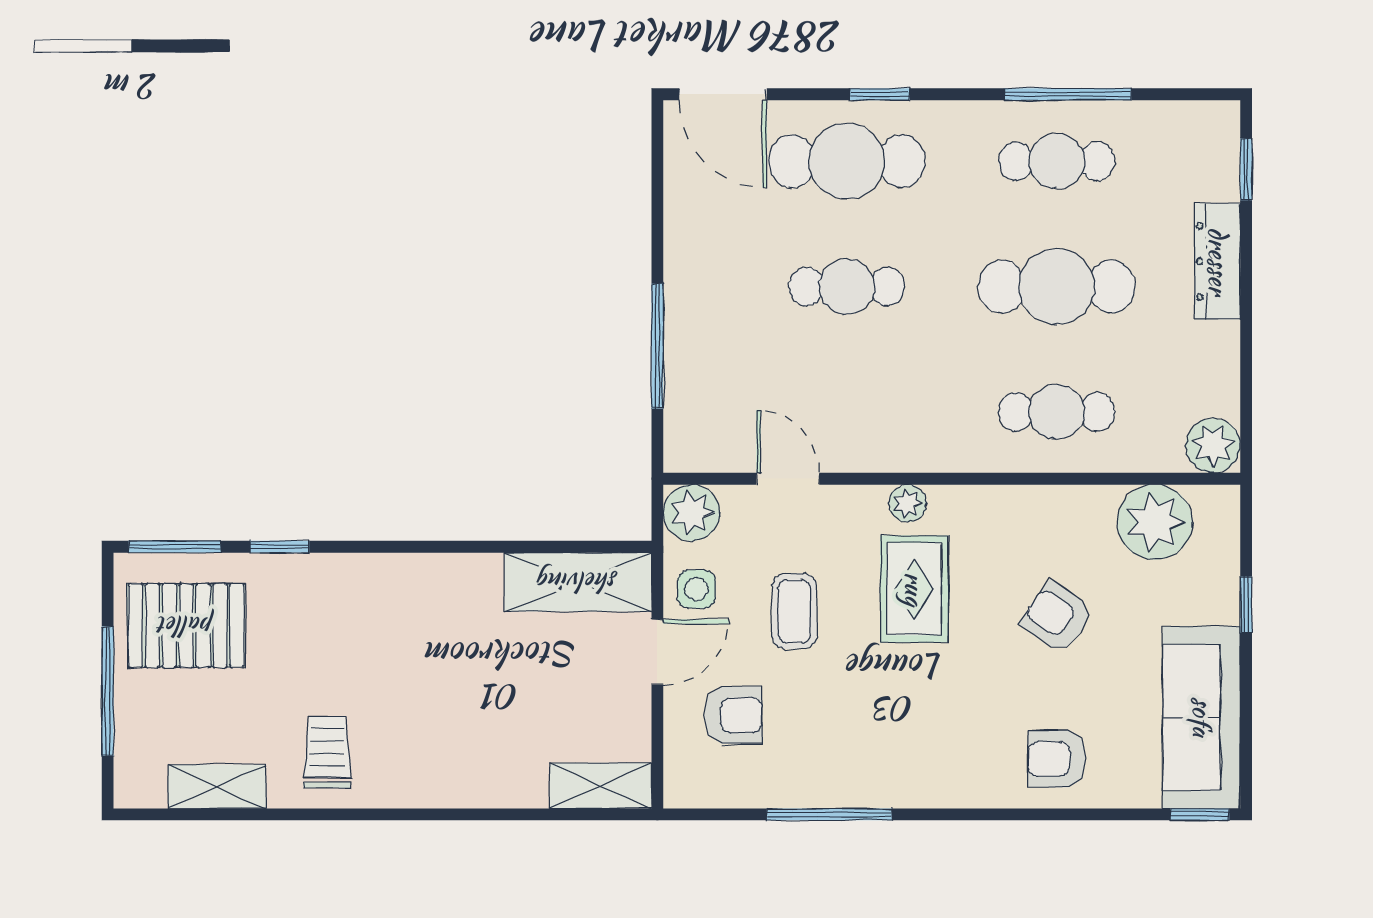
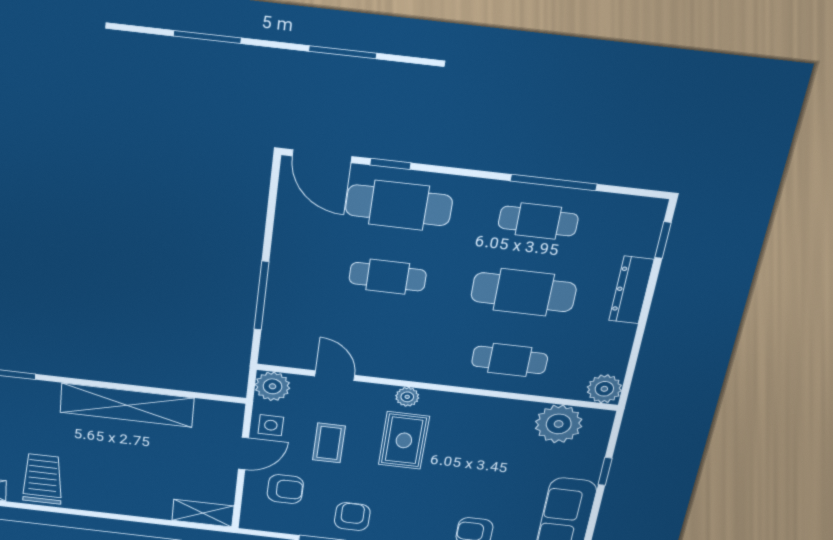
window: (880, 94) -> (390, 164), moved
shelving: (578, 582) -> (127, 405), moved, width x1.47
armchair: (1057, 617) -> (352, 517), moved, turned 55
trolley: (327, 752) -> (43, 479), width x1.36, depth x1.39

